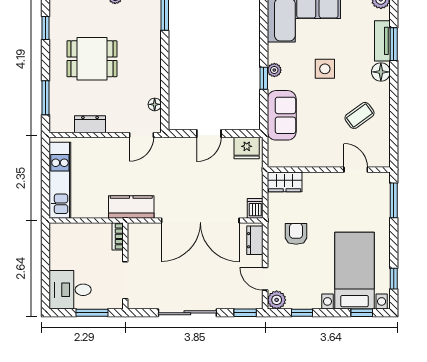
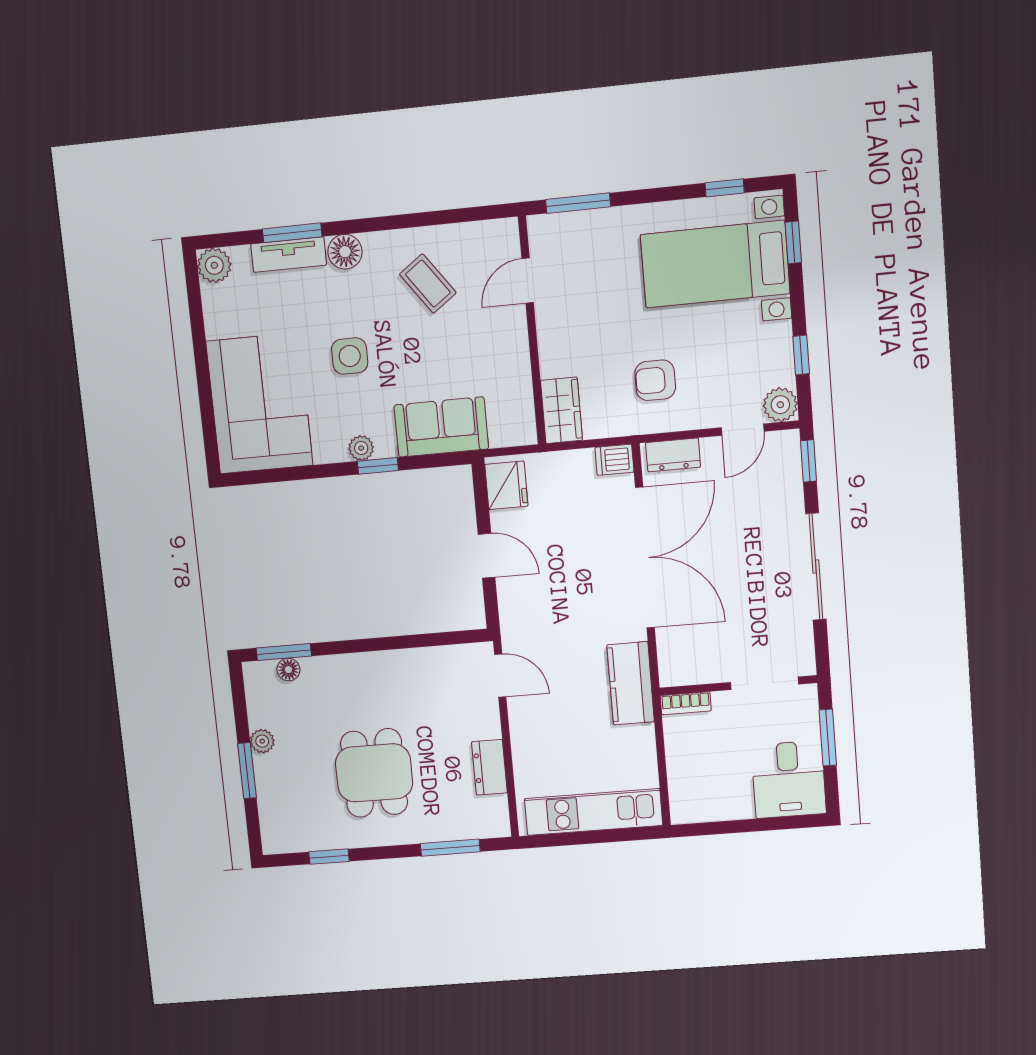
floor lamp: (155, 104) -> (288, 670), moved

